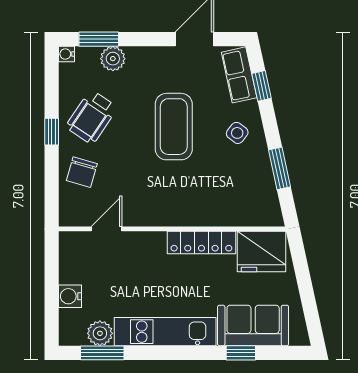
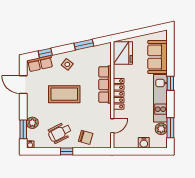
wheelchair: (91, 117) -> (60, 133), turned 119
row of seats: (194, 213) -> (105, 85), added
door: (106, 229) -> (112, 126), swing flipped
locker: (201, 243) -> (119, 94), moved
window: (241, 353) -> (170, 83), moved

